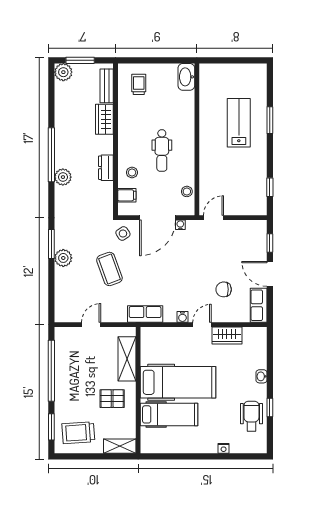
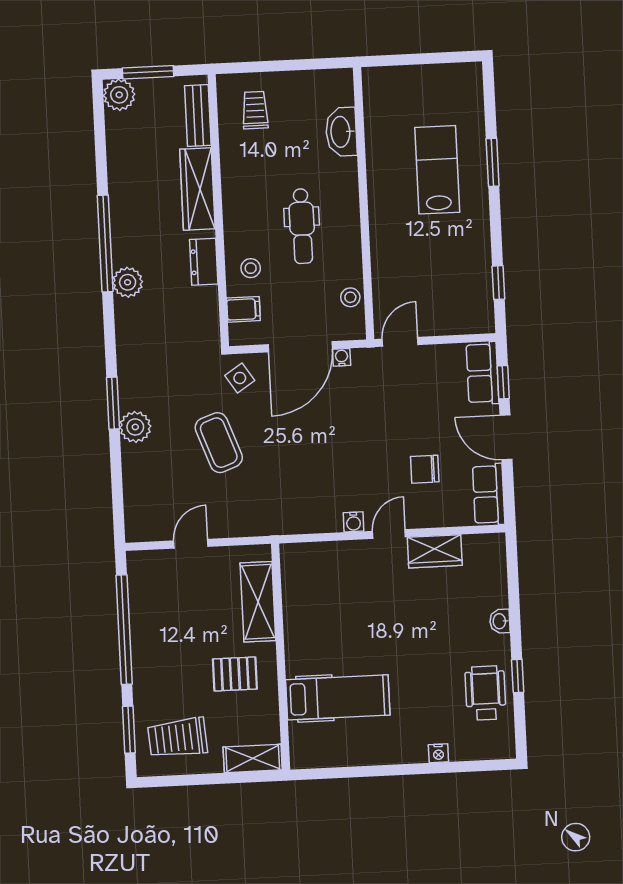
washbasin: (186, 77) -> (341, 132), moved
wardrobe: (104, 119) -> (197, 189), width x1.50
row of seats: (145, 314) -> (483, 373), moved, turned -90
hospital bed: (178, 382) -> (351, 639), removed

